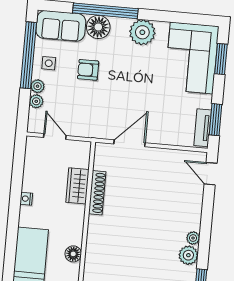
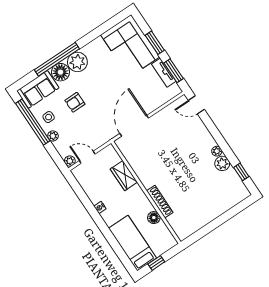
plant: (142, 32) -> (77, 62), moved
window: (221, 59) -> (155, 43), moved
plant: (36, 101) -> (70, 161), moved
tv unit: (203, 128) -> (164, 73), moved
door: (129, 143) -> (134, 126), width x1.36
shoe rack: (97, 193) -> (160, 202), moved

